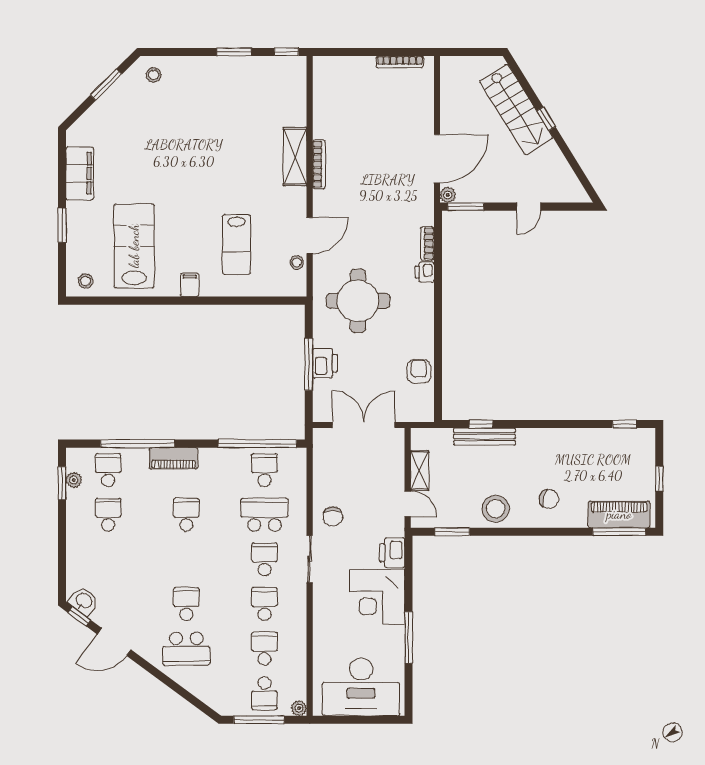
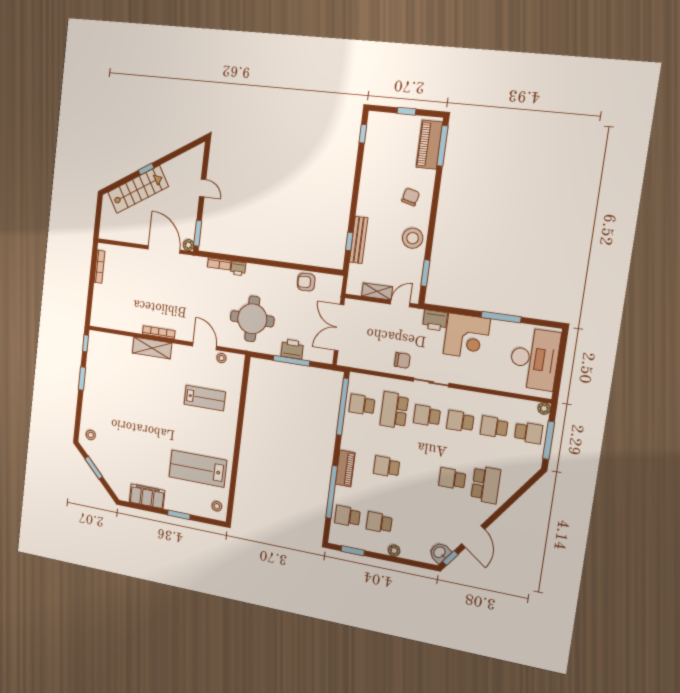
filing cabinet: (190, 285) -> (228, 435), removed
plant: (74, 480) -> (394, 551), moved

